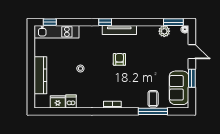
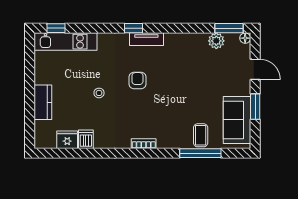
tv unit: (119, 30) -> (146, 39), width x0.71
armchair: (119, 59) -> (137, 81), moved
kitchen counter: (40, 75) -> (43, 102), width x0.67

